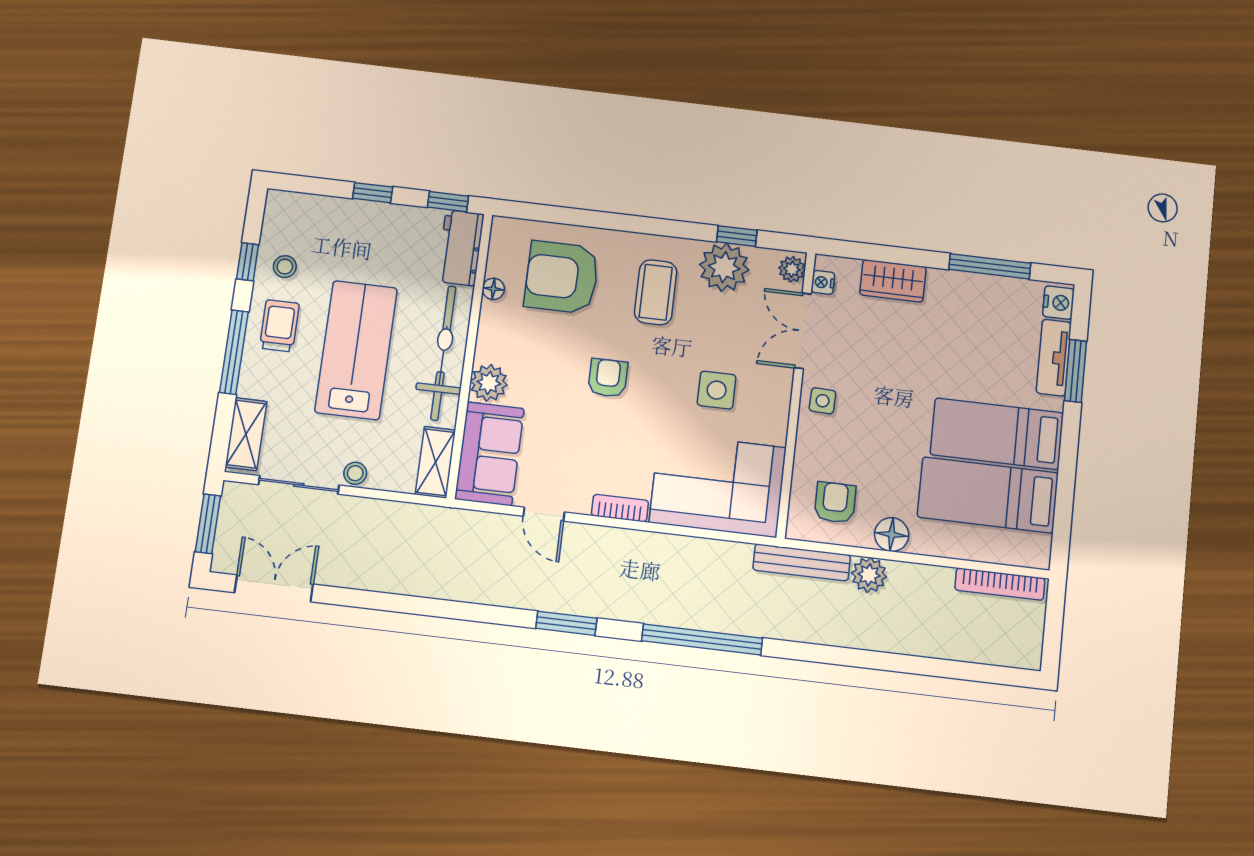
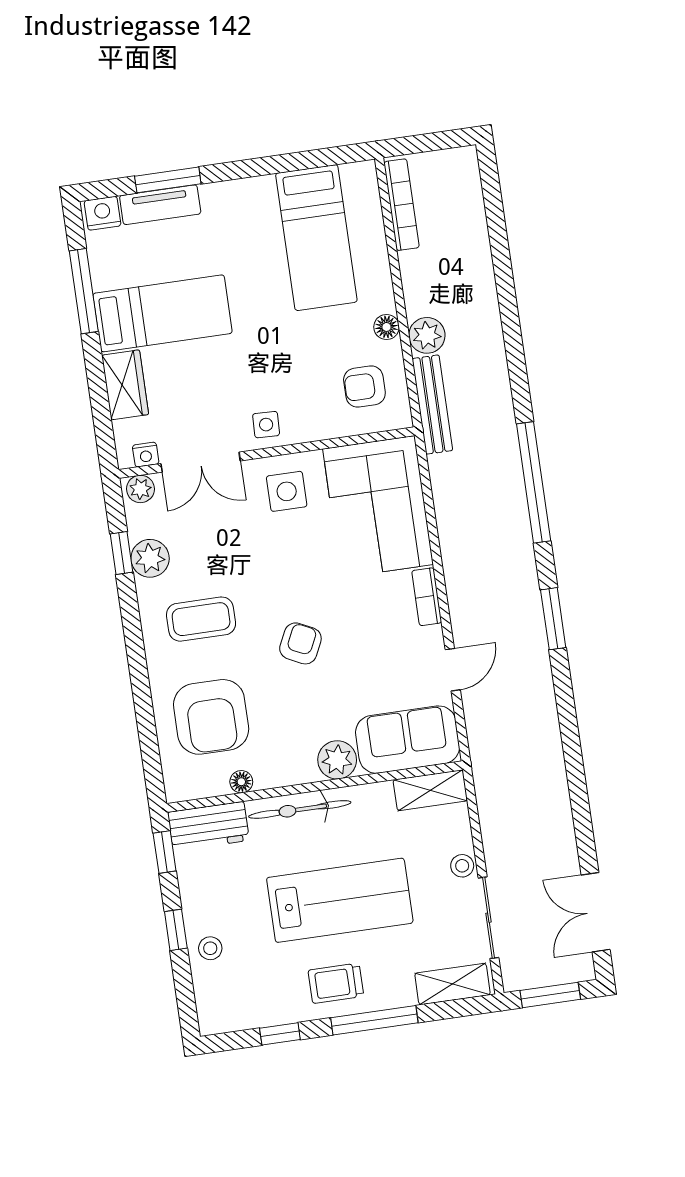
stool: (285, 267) -> (210, 948), moved
plant: (724, 267) -> (150, 558), width x0.73, depth x0.73
lab bench: (356, 350) -> (340, 900), turned 180
bicycle: (443, 353) -> (300, 809), width x0.73, depth x0.71
armchair: (608, 378) -> (300, 643), turned 116
side table: (717, 390) -> (287, 491), moved
bed: (997, 434) -> (163, 313), moved, turned -90
floor lamp: (892, 535) -> (387, 327), width x0.73, depth x0.73

